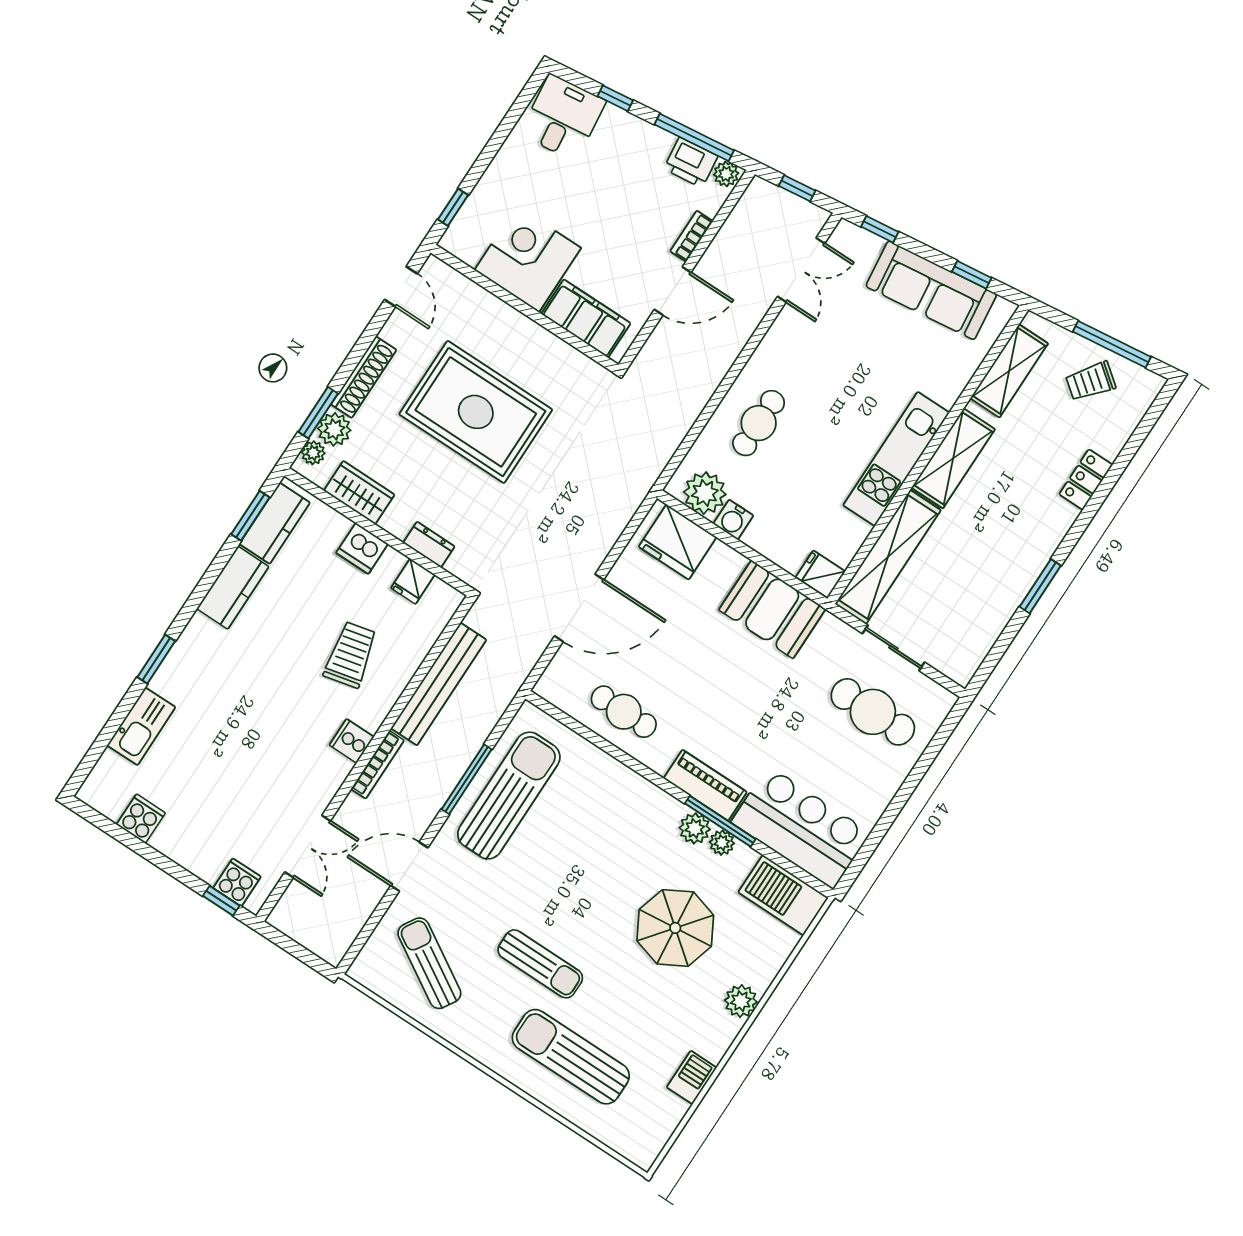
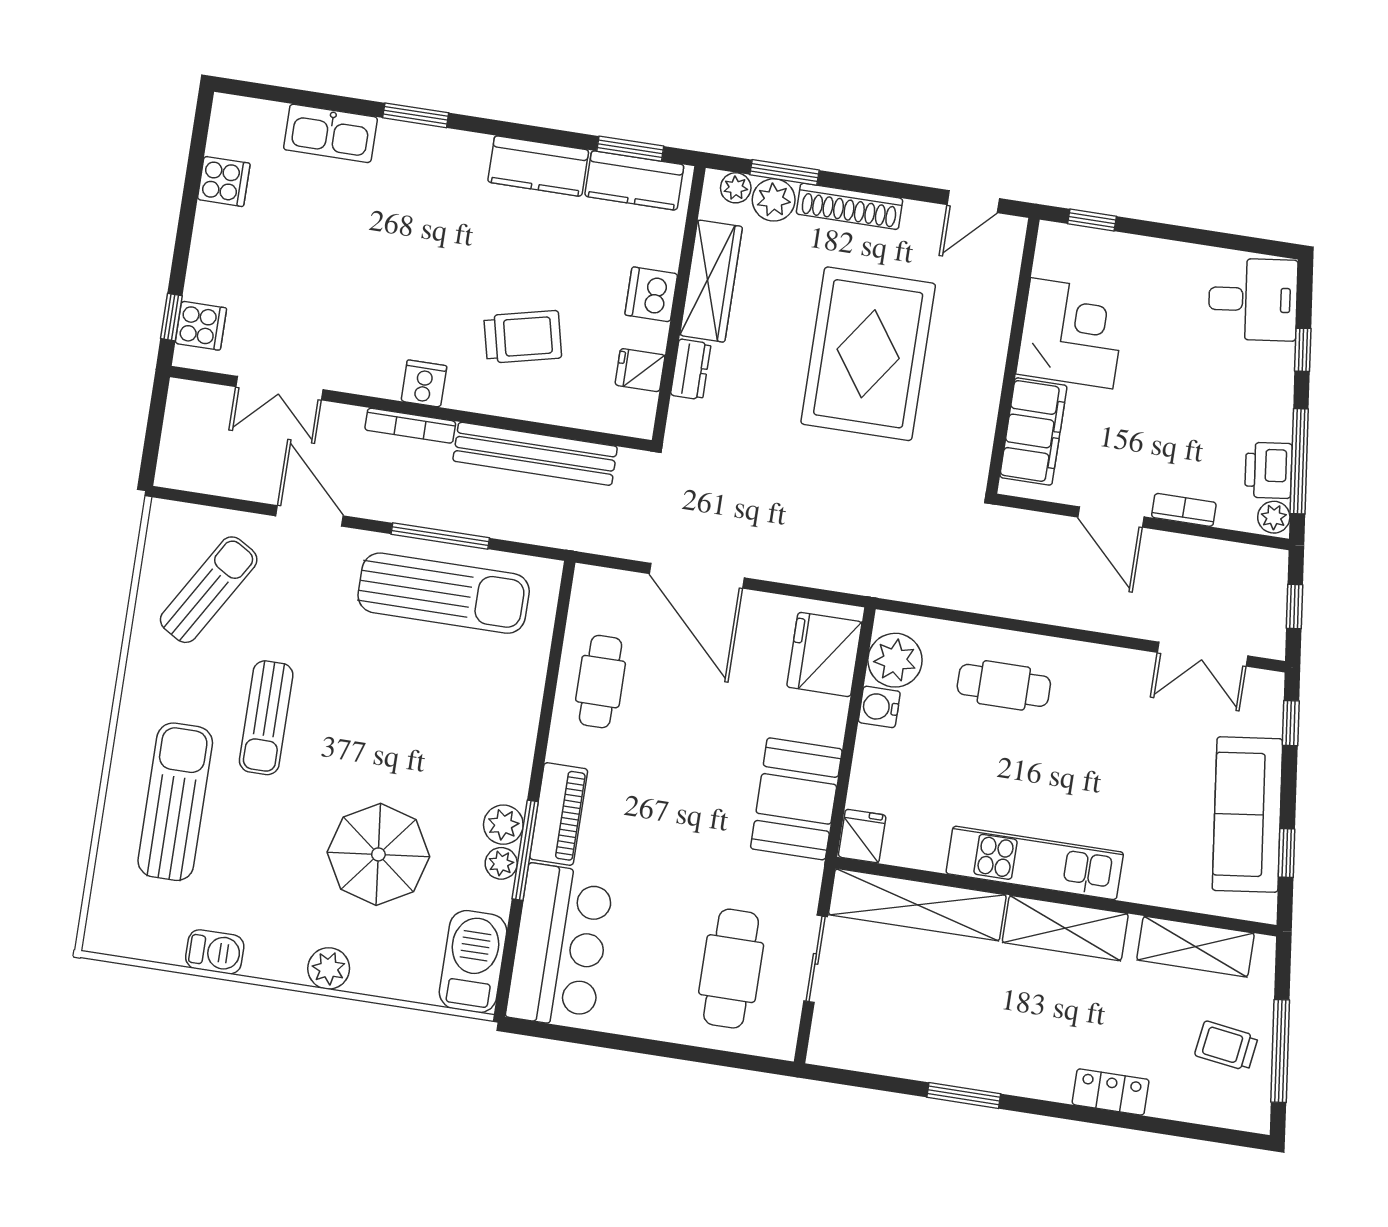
trolley: (1091, 381) -> (1226, 1046), turned -30
wardrobe: (359, 493) -> (711, 281), width x1.50

